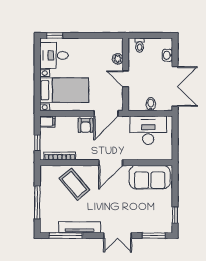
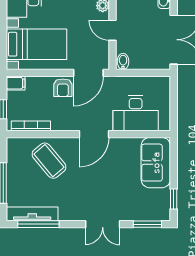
bidet: (151, 104) -> (123, 61), moved
desk: (148, 130) -> (136, 113), moved, turned 180
sofa: (150, 177) -> (156, 163), moved, turned 90
tv unit: (80, 227) -> (32, 214), moved

